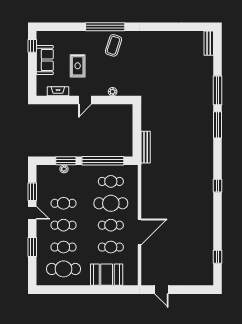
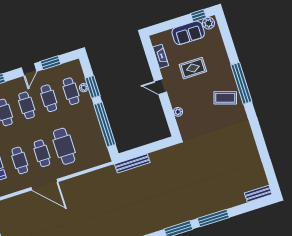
plant: (42, 39) -> (209, 23), added
cafe table: (111, 181) -> (71, 91), moved

